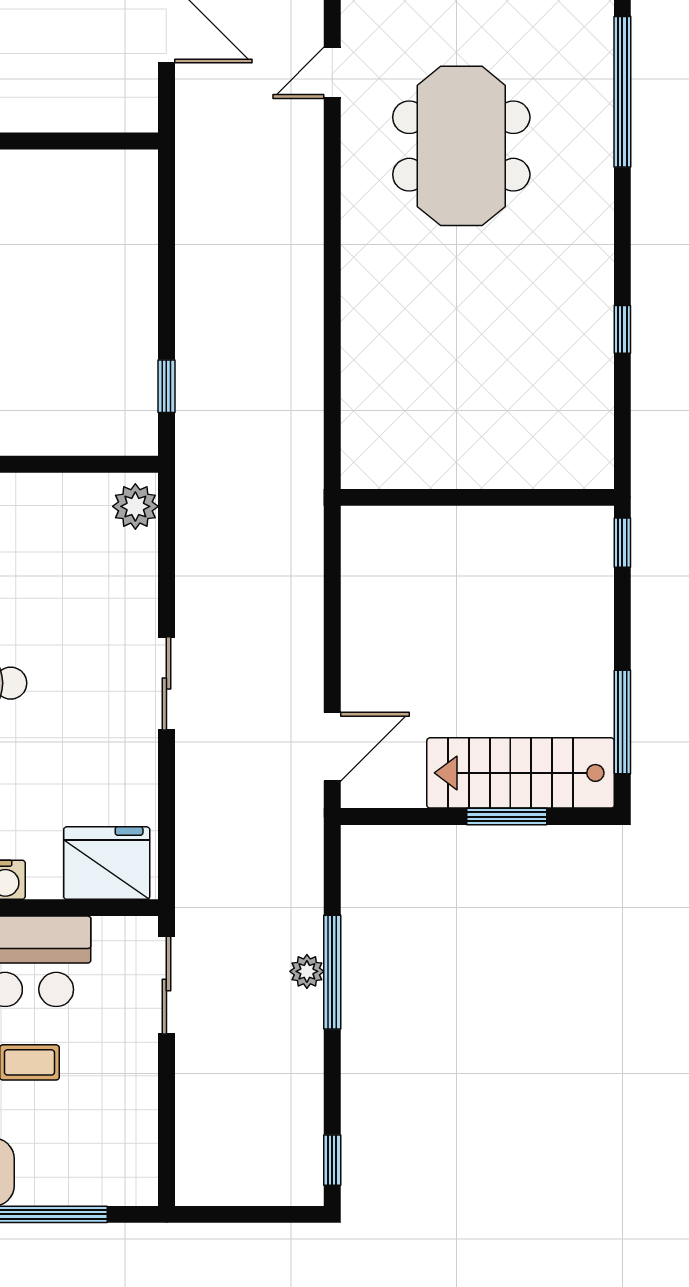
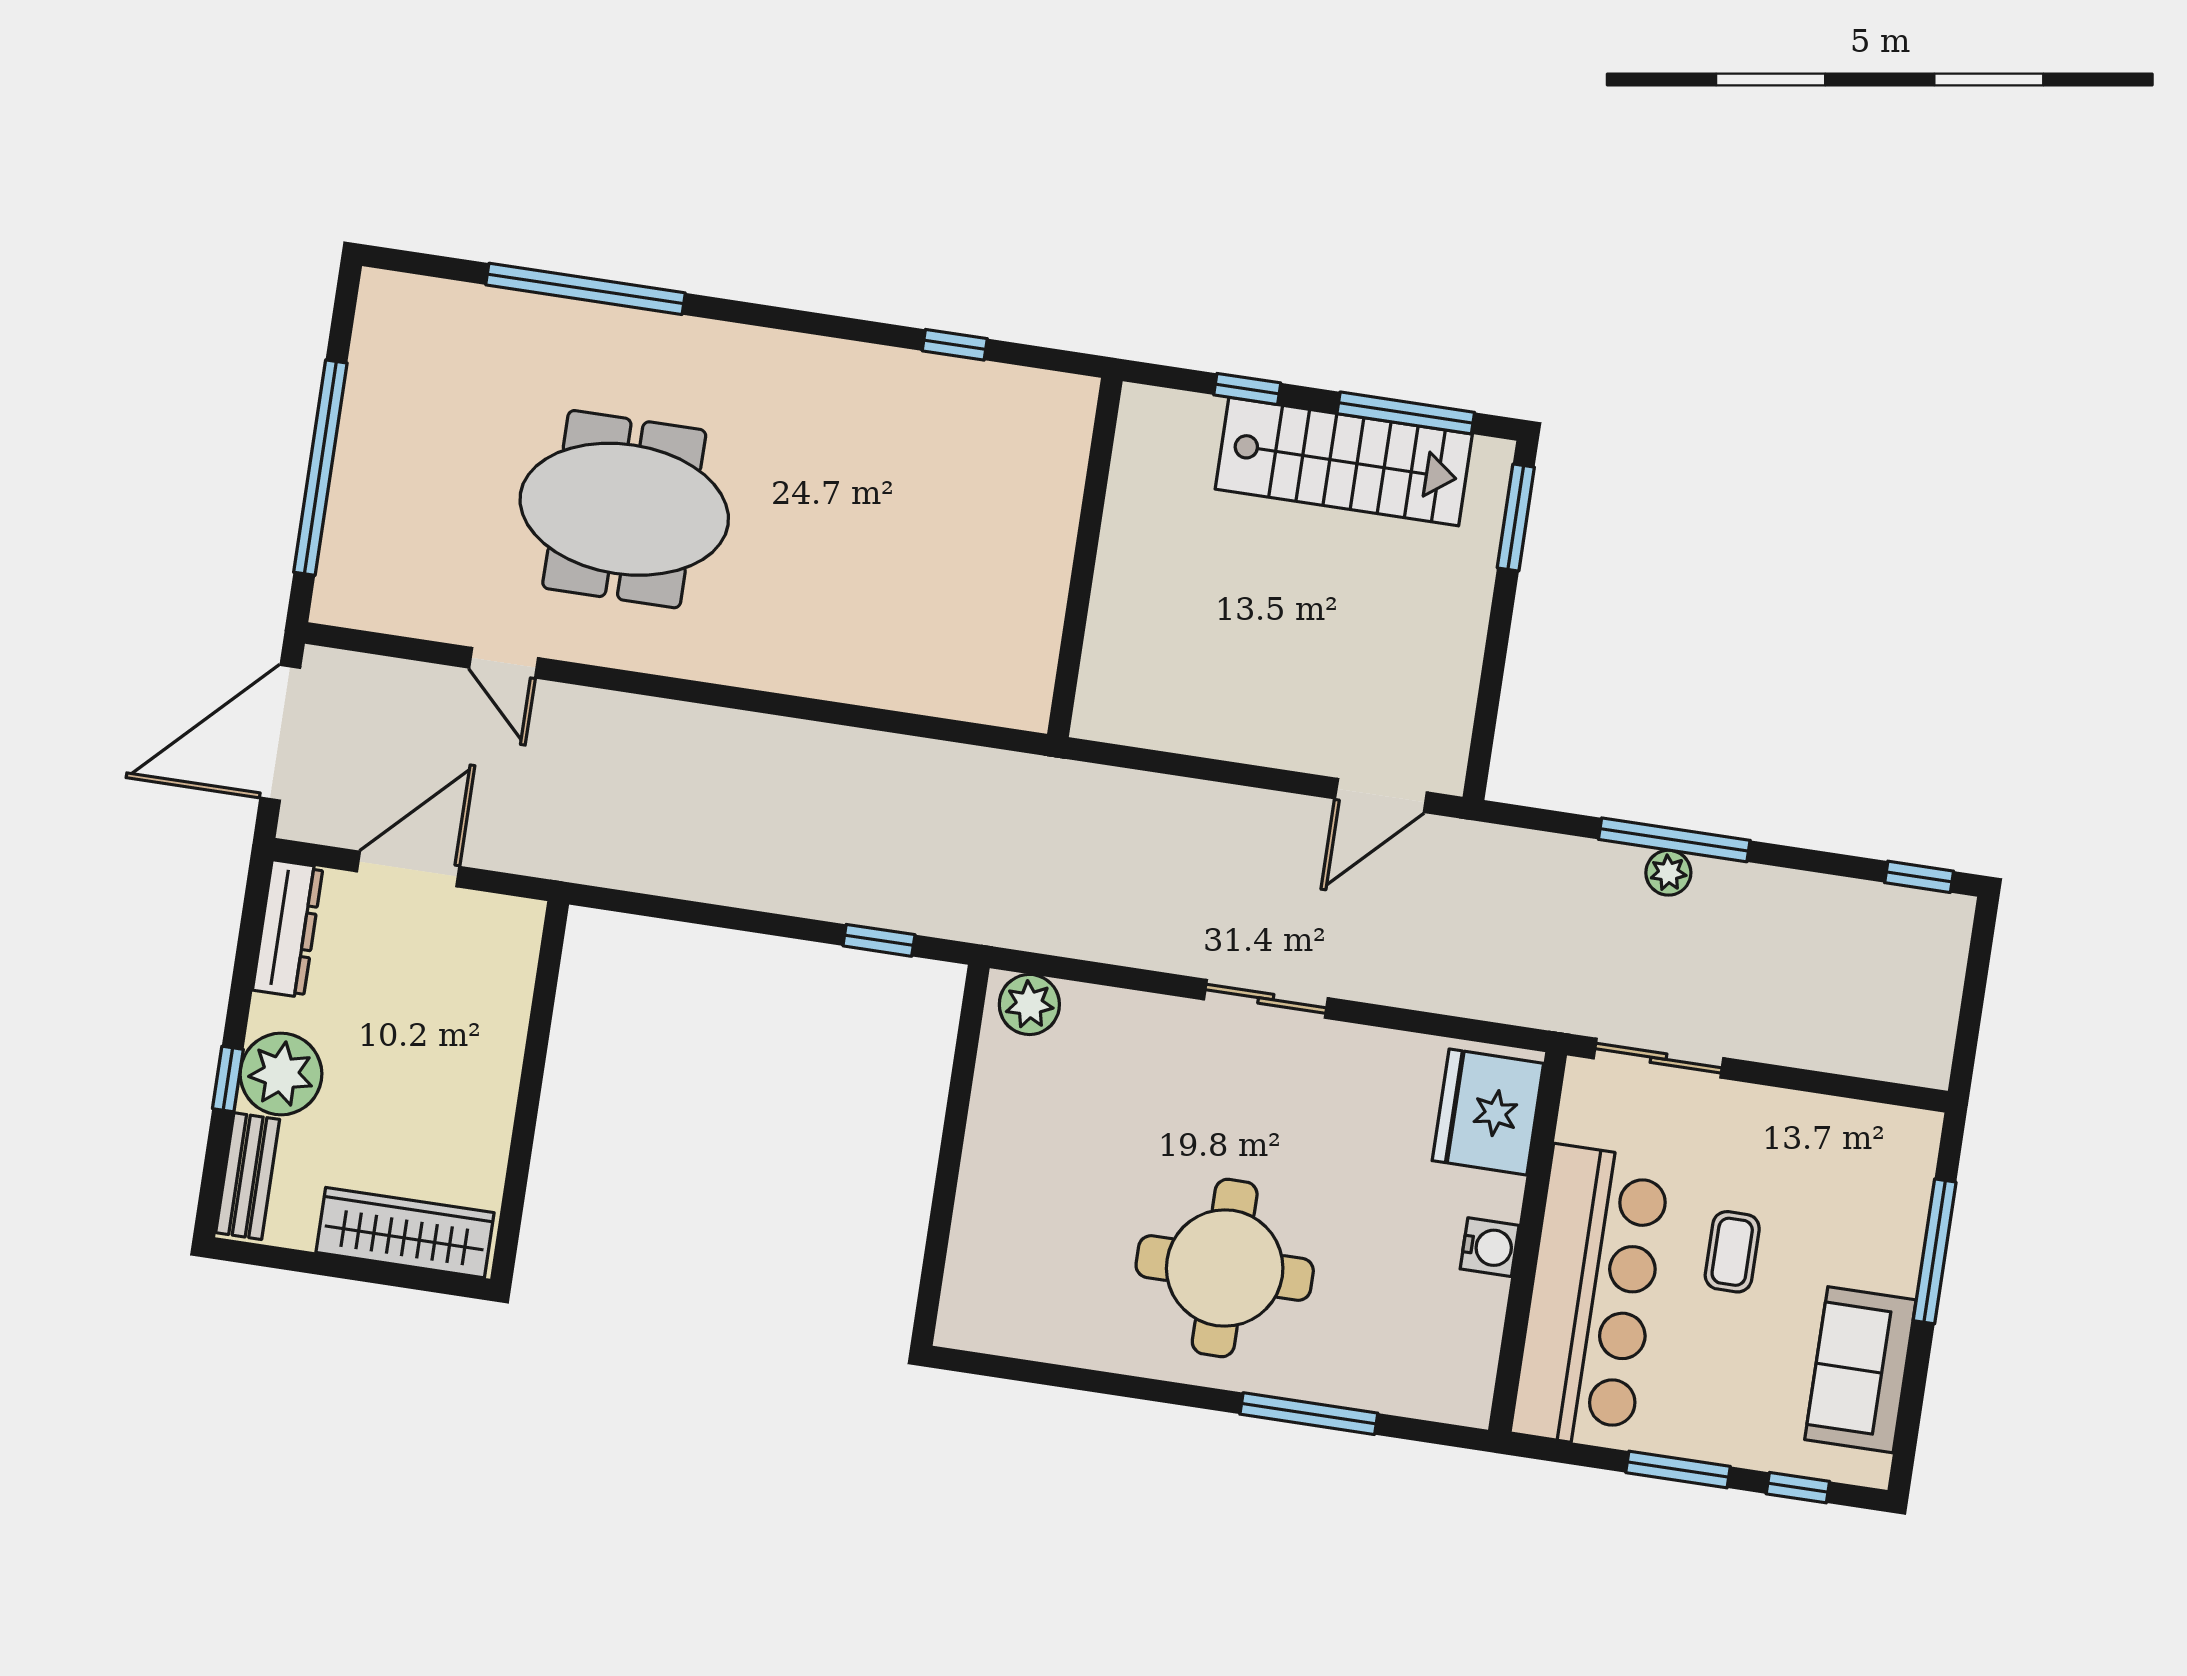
window: (622, 329) -> (955, 345), moved
window: (622, 543) -> (1247, 389), moved
door: (332, 747) -> (1381, 795), swing flipped
stairs: (521, 773) -> (1344, 462), moved, turned -90
window: (507, 817) -> (1516, 518), moved

